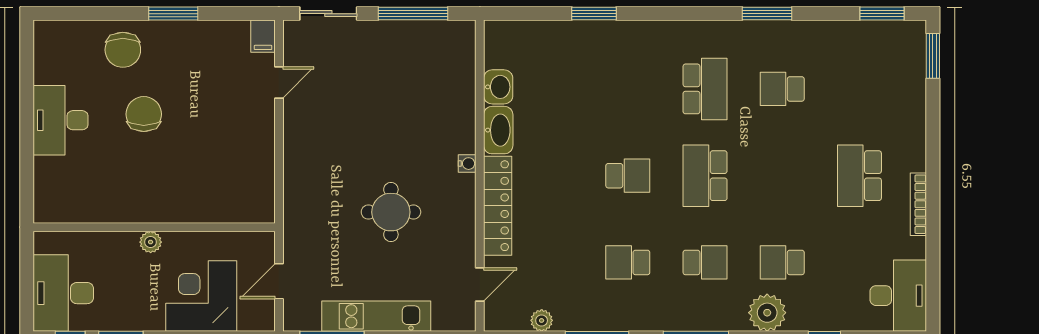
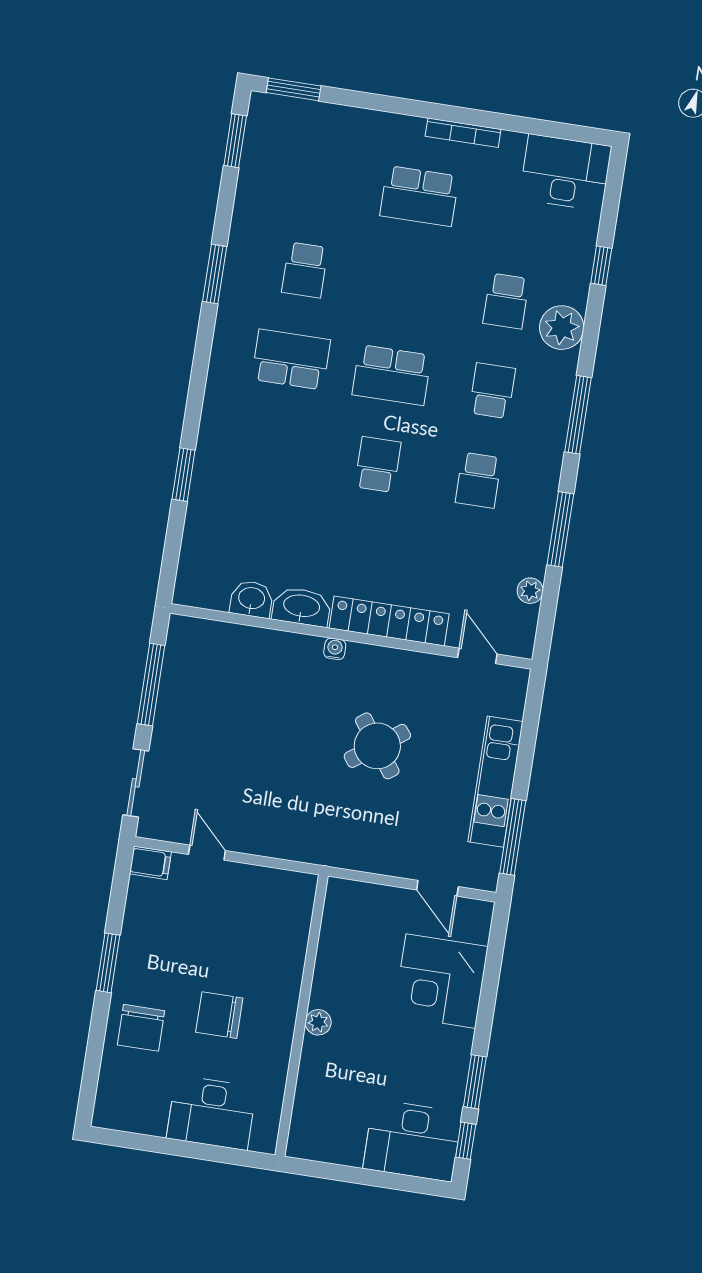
chair: (123, 50) -> (141, 1028), turned 90
round table: (391, 212) -> (377, 746), turned -36
wall: (154, 227) -> (302, 1016), moved
plant: (151, 242) -> (318, 1022), moved

